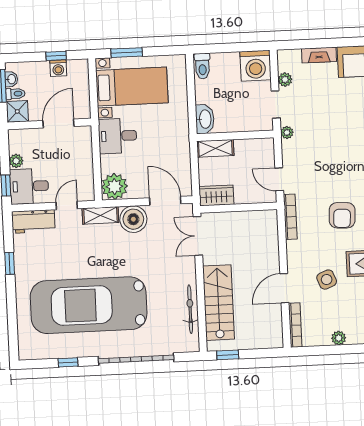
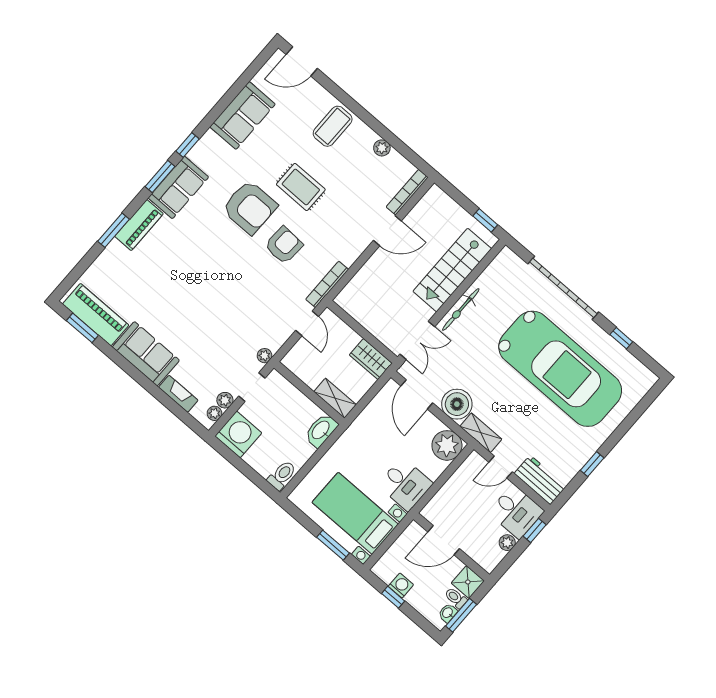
plant: (284, 65) -> (215, 413), added
side table: (327, 280) -> (346, 205), removed
bicycle: (190, 309) -> (461, 310), moved

